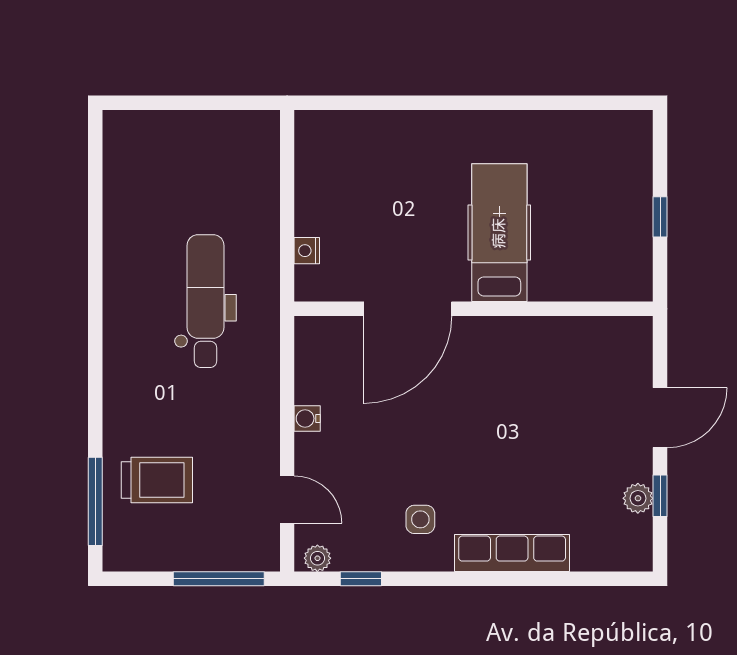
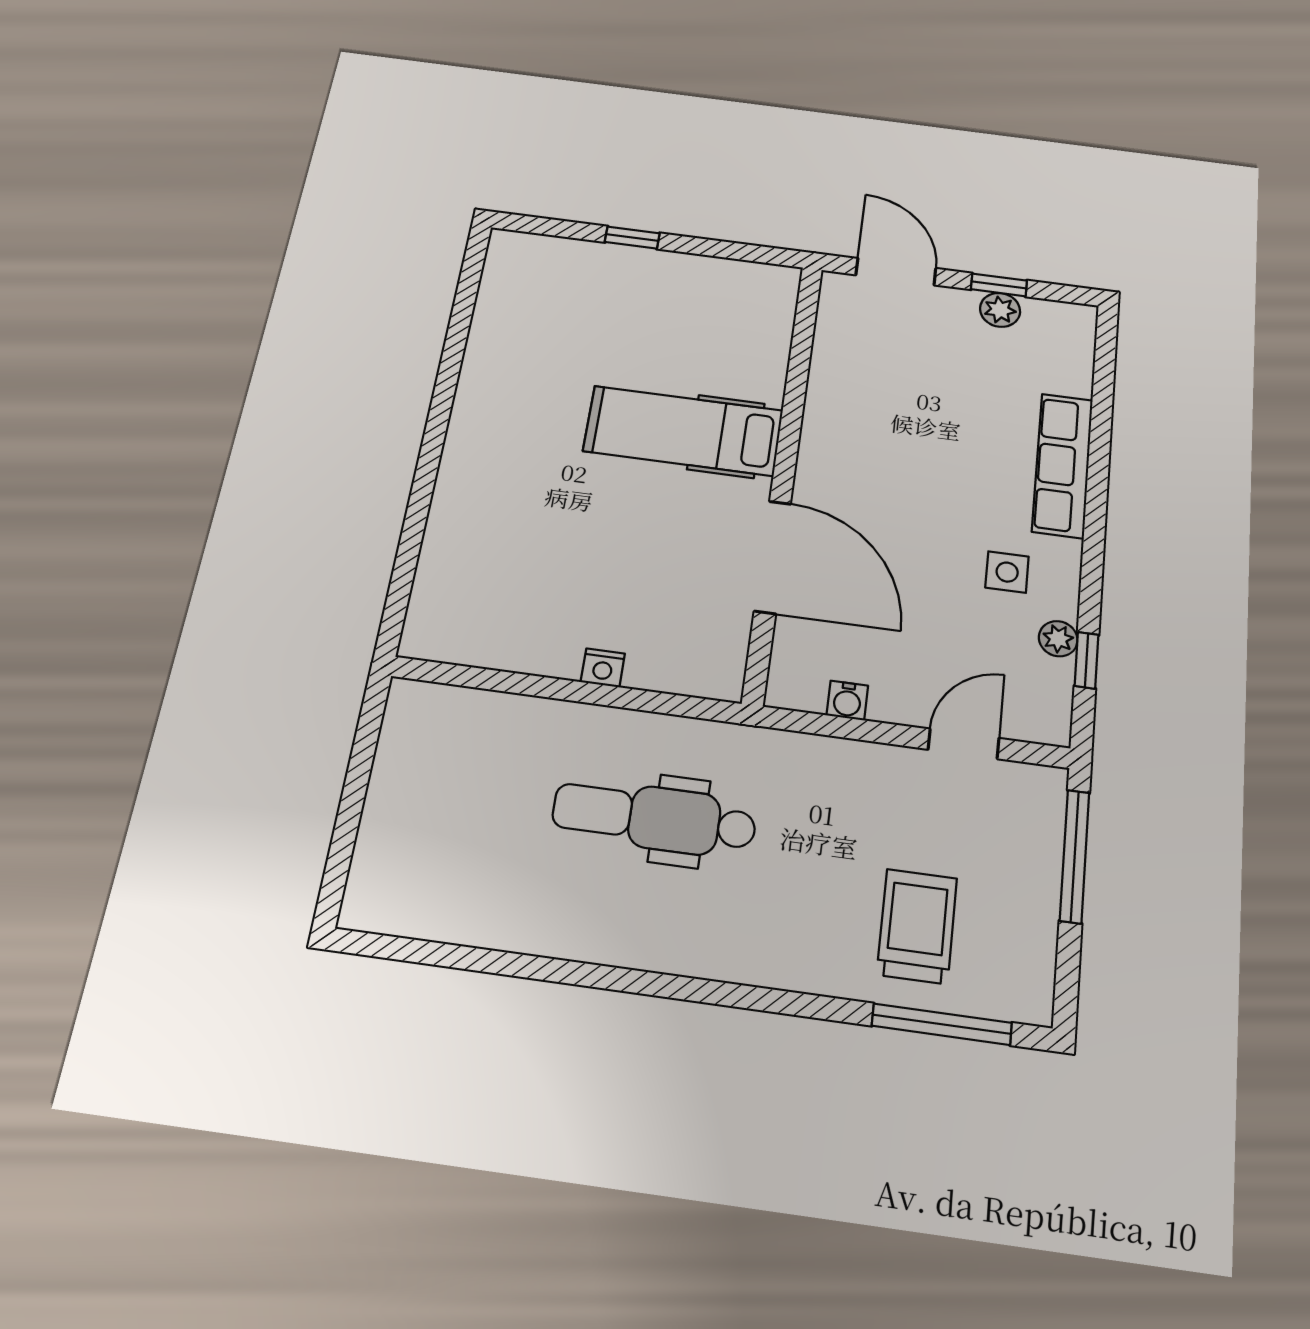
hospital bed: (499, 233) -> (683, 431), moved
door: (408, 309) -> (773, 557), moved
wall: (474, 309) -> (784, 475), moved
plant: (317, 558) -> (1058, 639), moved

